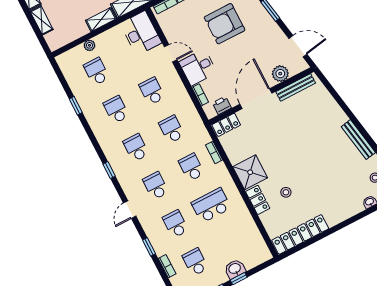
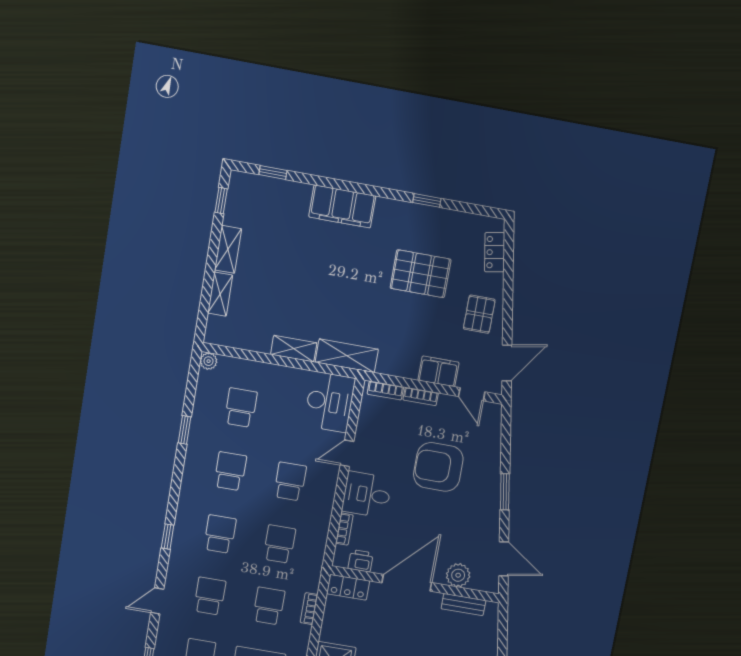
plant: (89, 45) -> (209, 361), moved
door: (171, 53) -> (347, 453), swing flipped
bench: (296, 87) -> (463, 605), width x0.73

